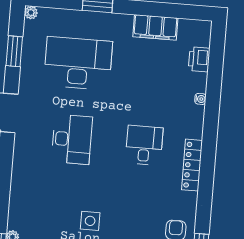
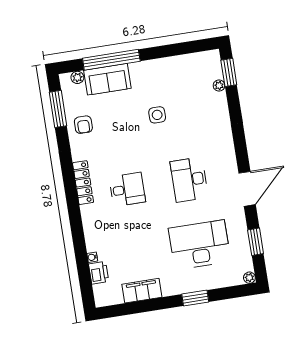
desk: (78, 63) -> (200, 245), turned 180
water cooler: (200, 99) -> (92, 257), moved
desk: (144, 145) -> (127, 189), turned -90

